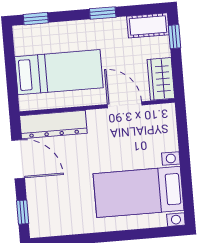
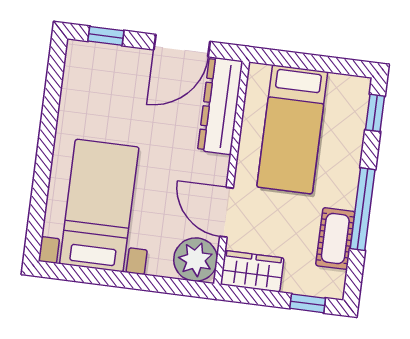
window: (103, 13) -> (363, 209), width x2.17
cot: (148, 25) -> (335, 239), moved
door: (125, 105) -> (227, 212), swing flipped
plant: (161, 119) -> (196, 260), added

